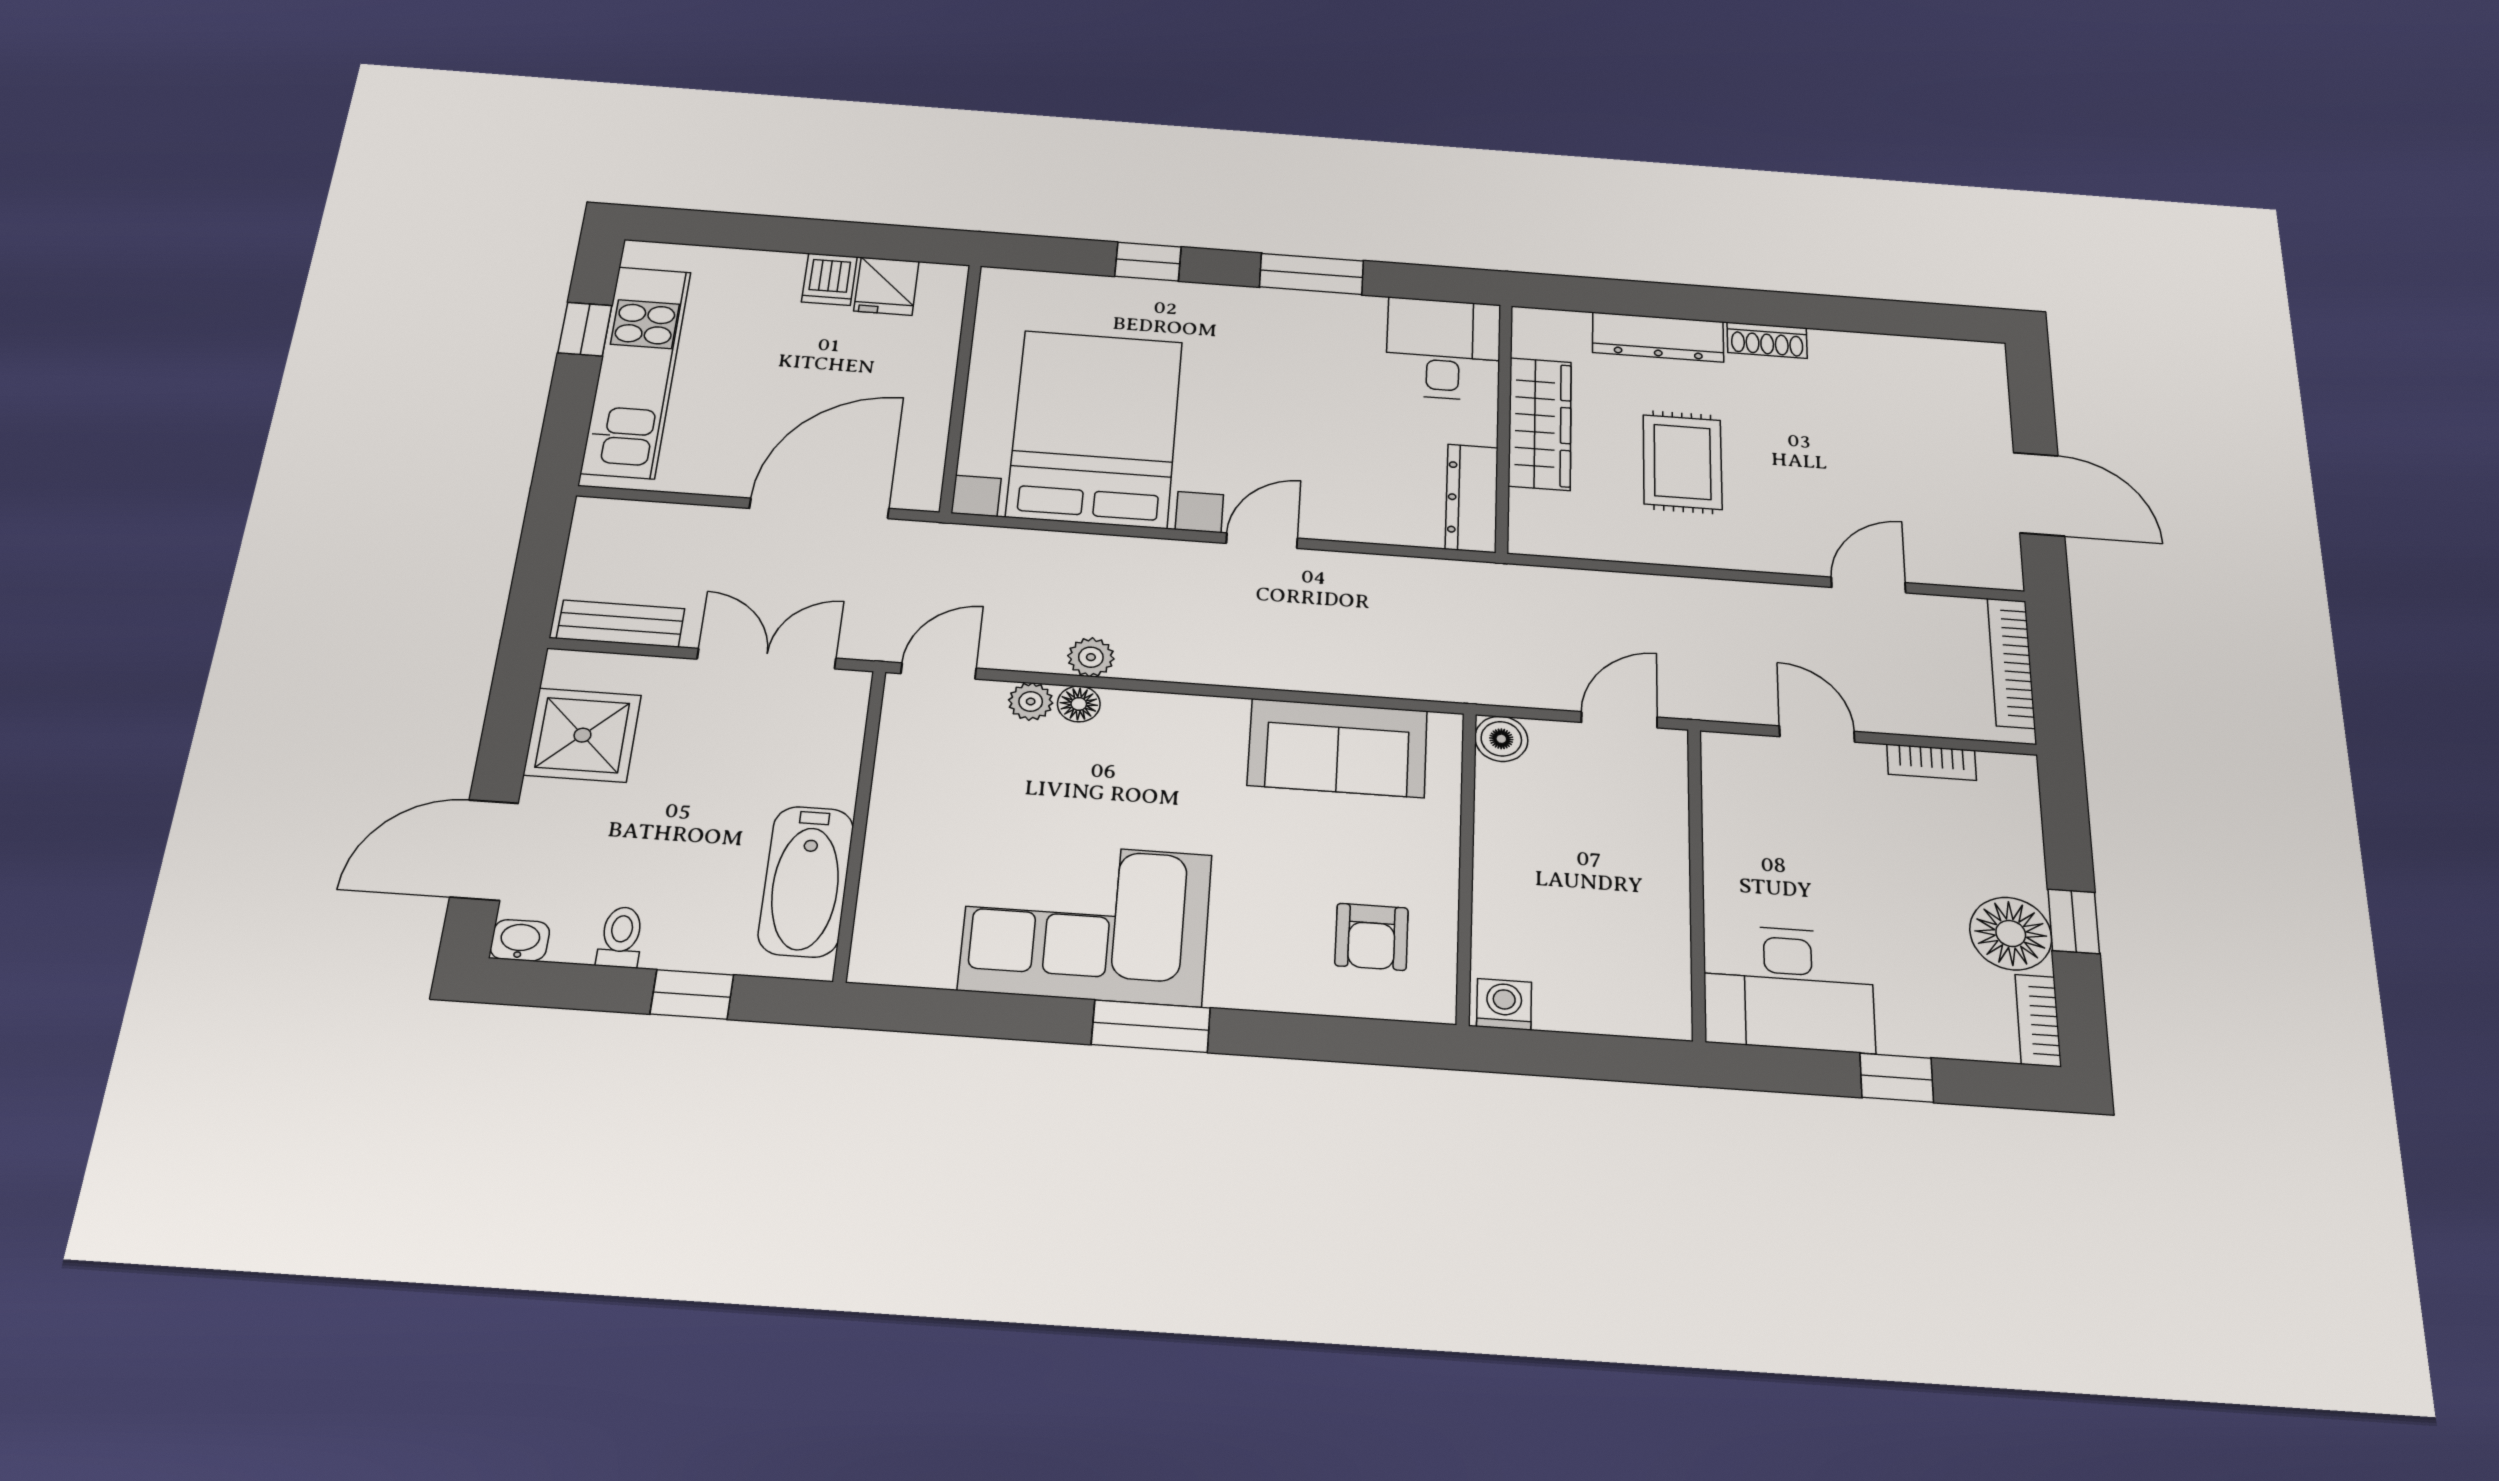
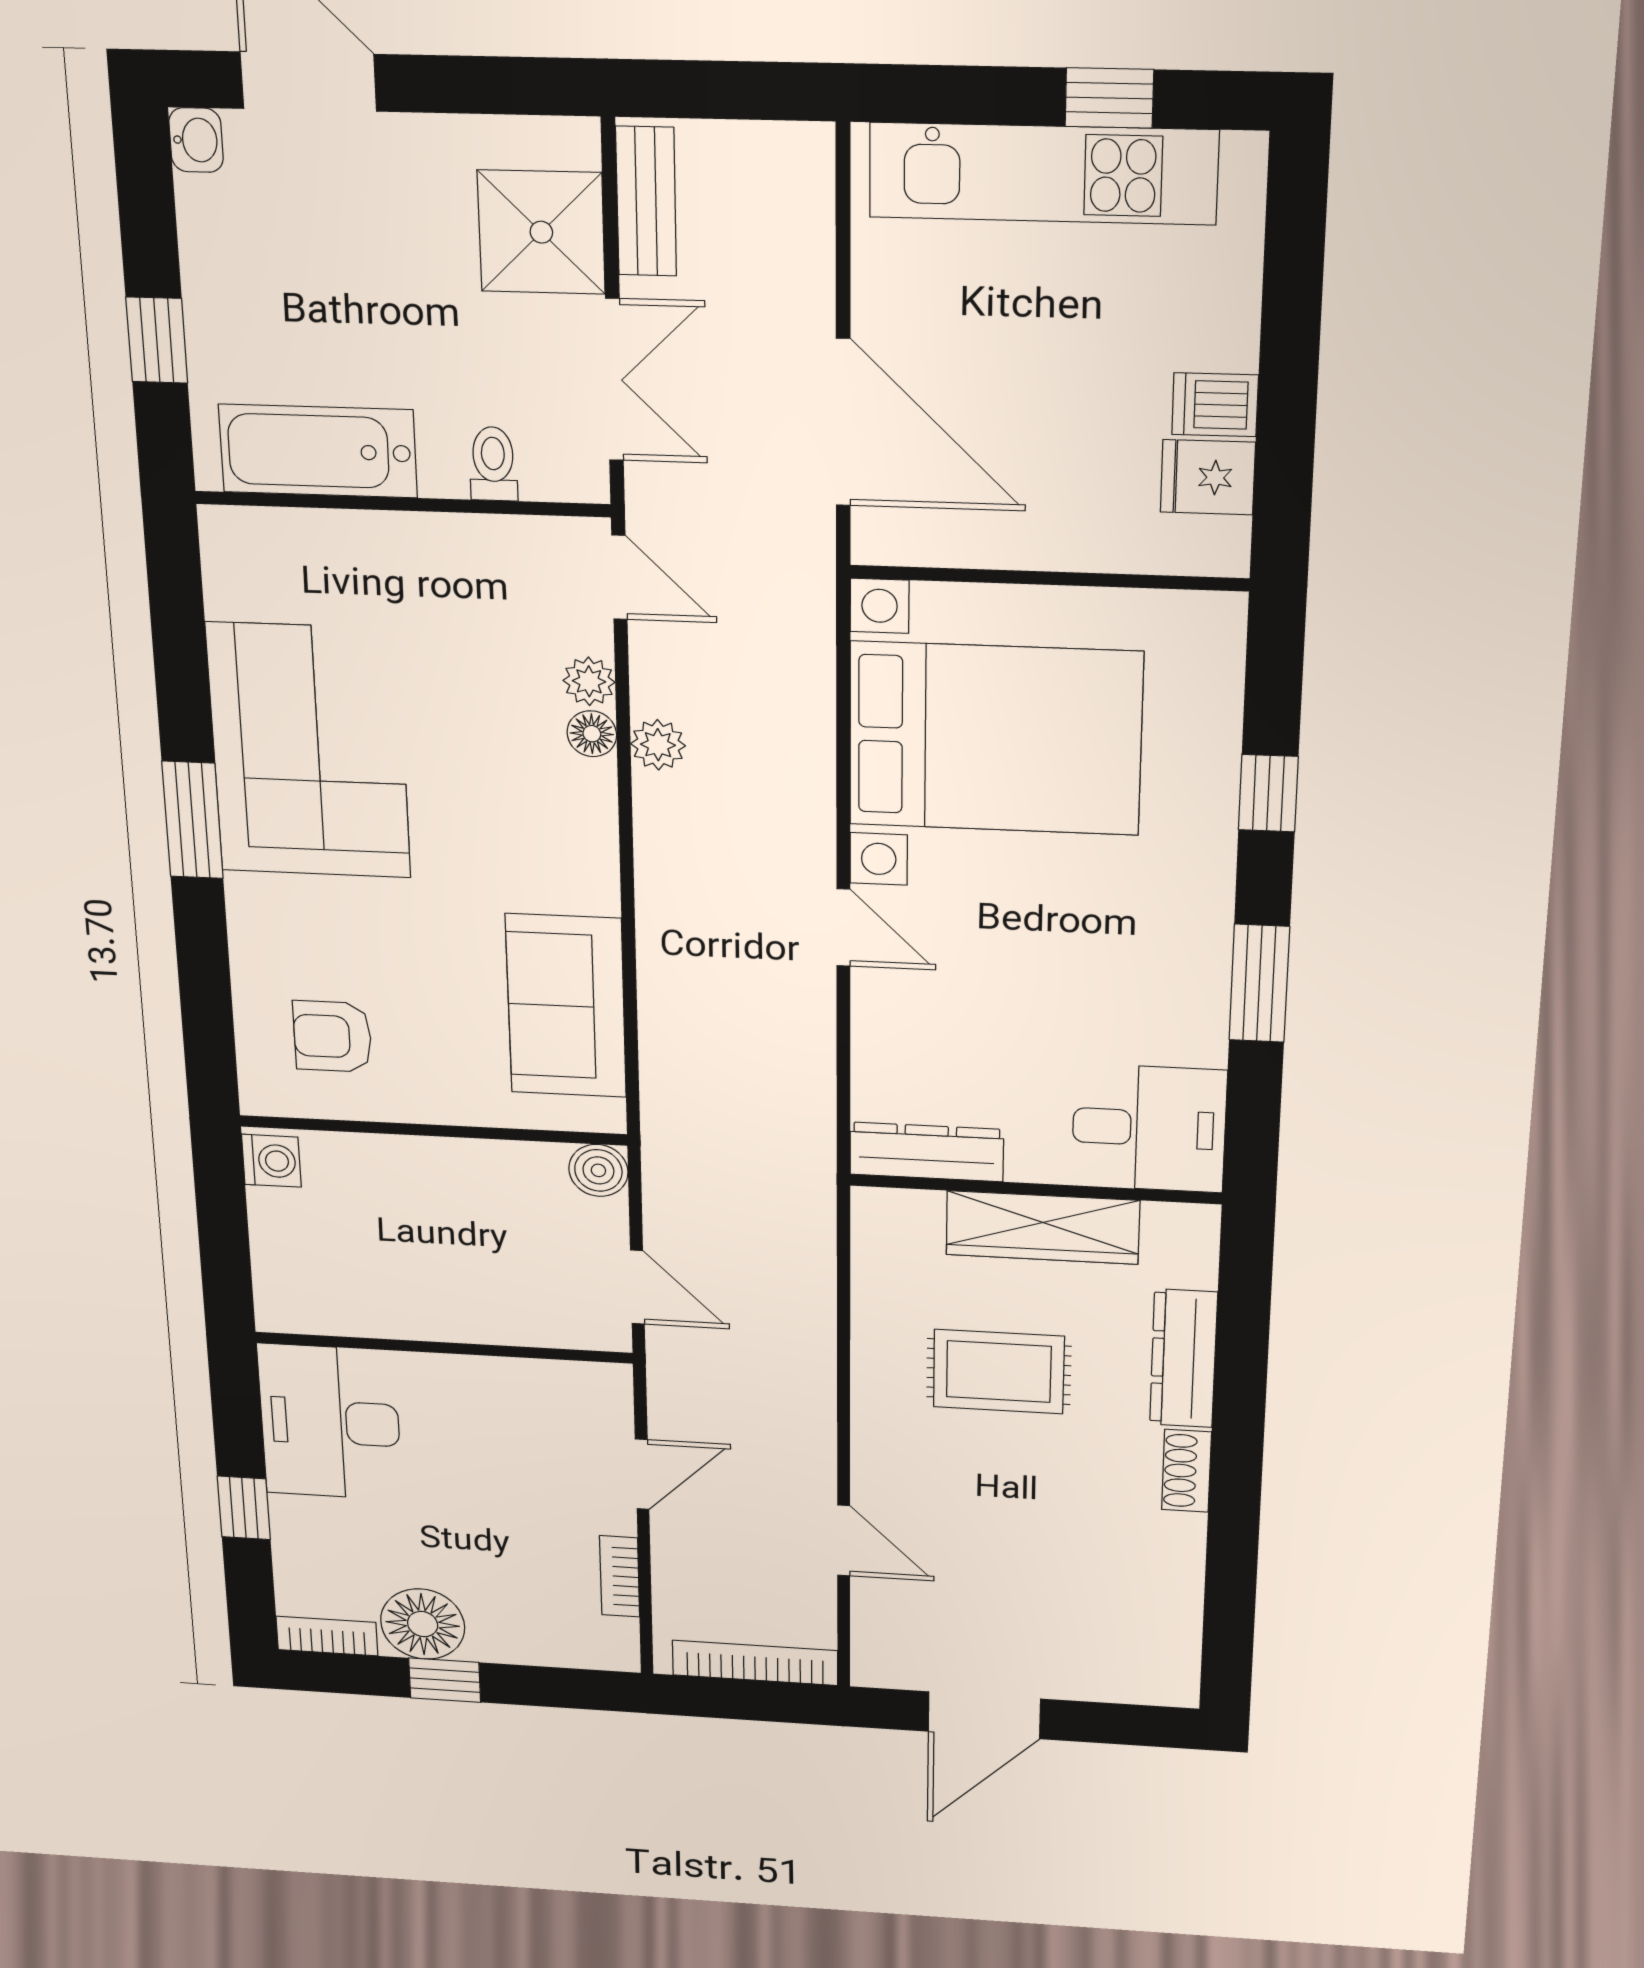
shower: (582, 735) -> (541, 232), moved
toilet: (621, 937) -> (493, 464), moved, turned -90

